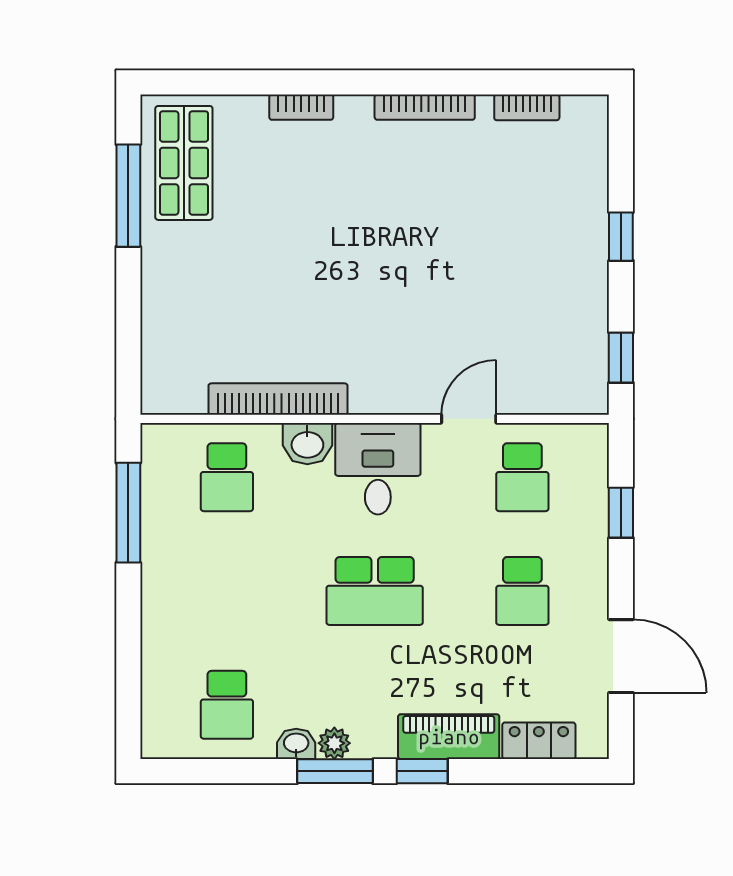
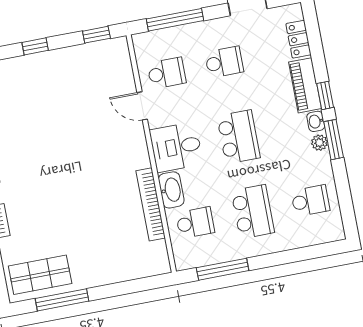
washbasin: (307, 444) -> (171, 190), width x1.38
window: (621, 513) -> (175, 20), width x2.17
school desk: (227, 591) -> (253, 212), added
washbasin: (296, 744) -> (316, 121), moved

